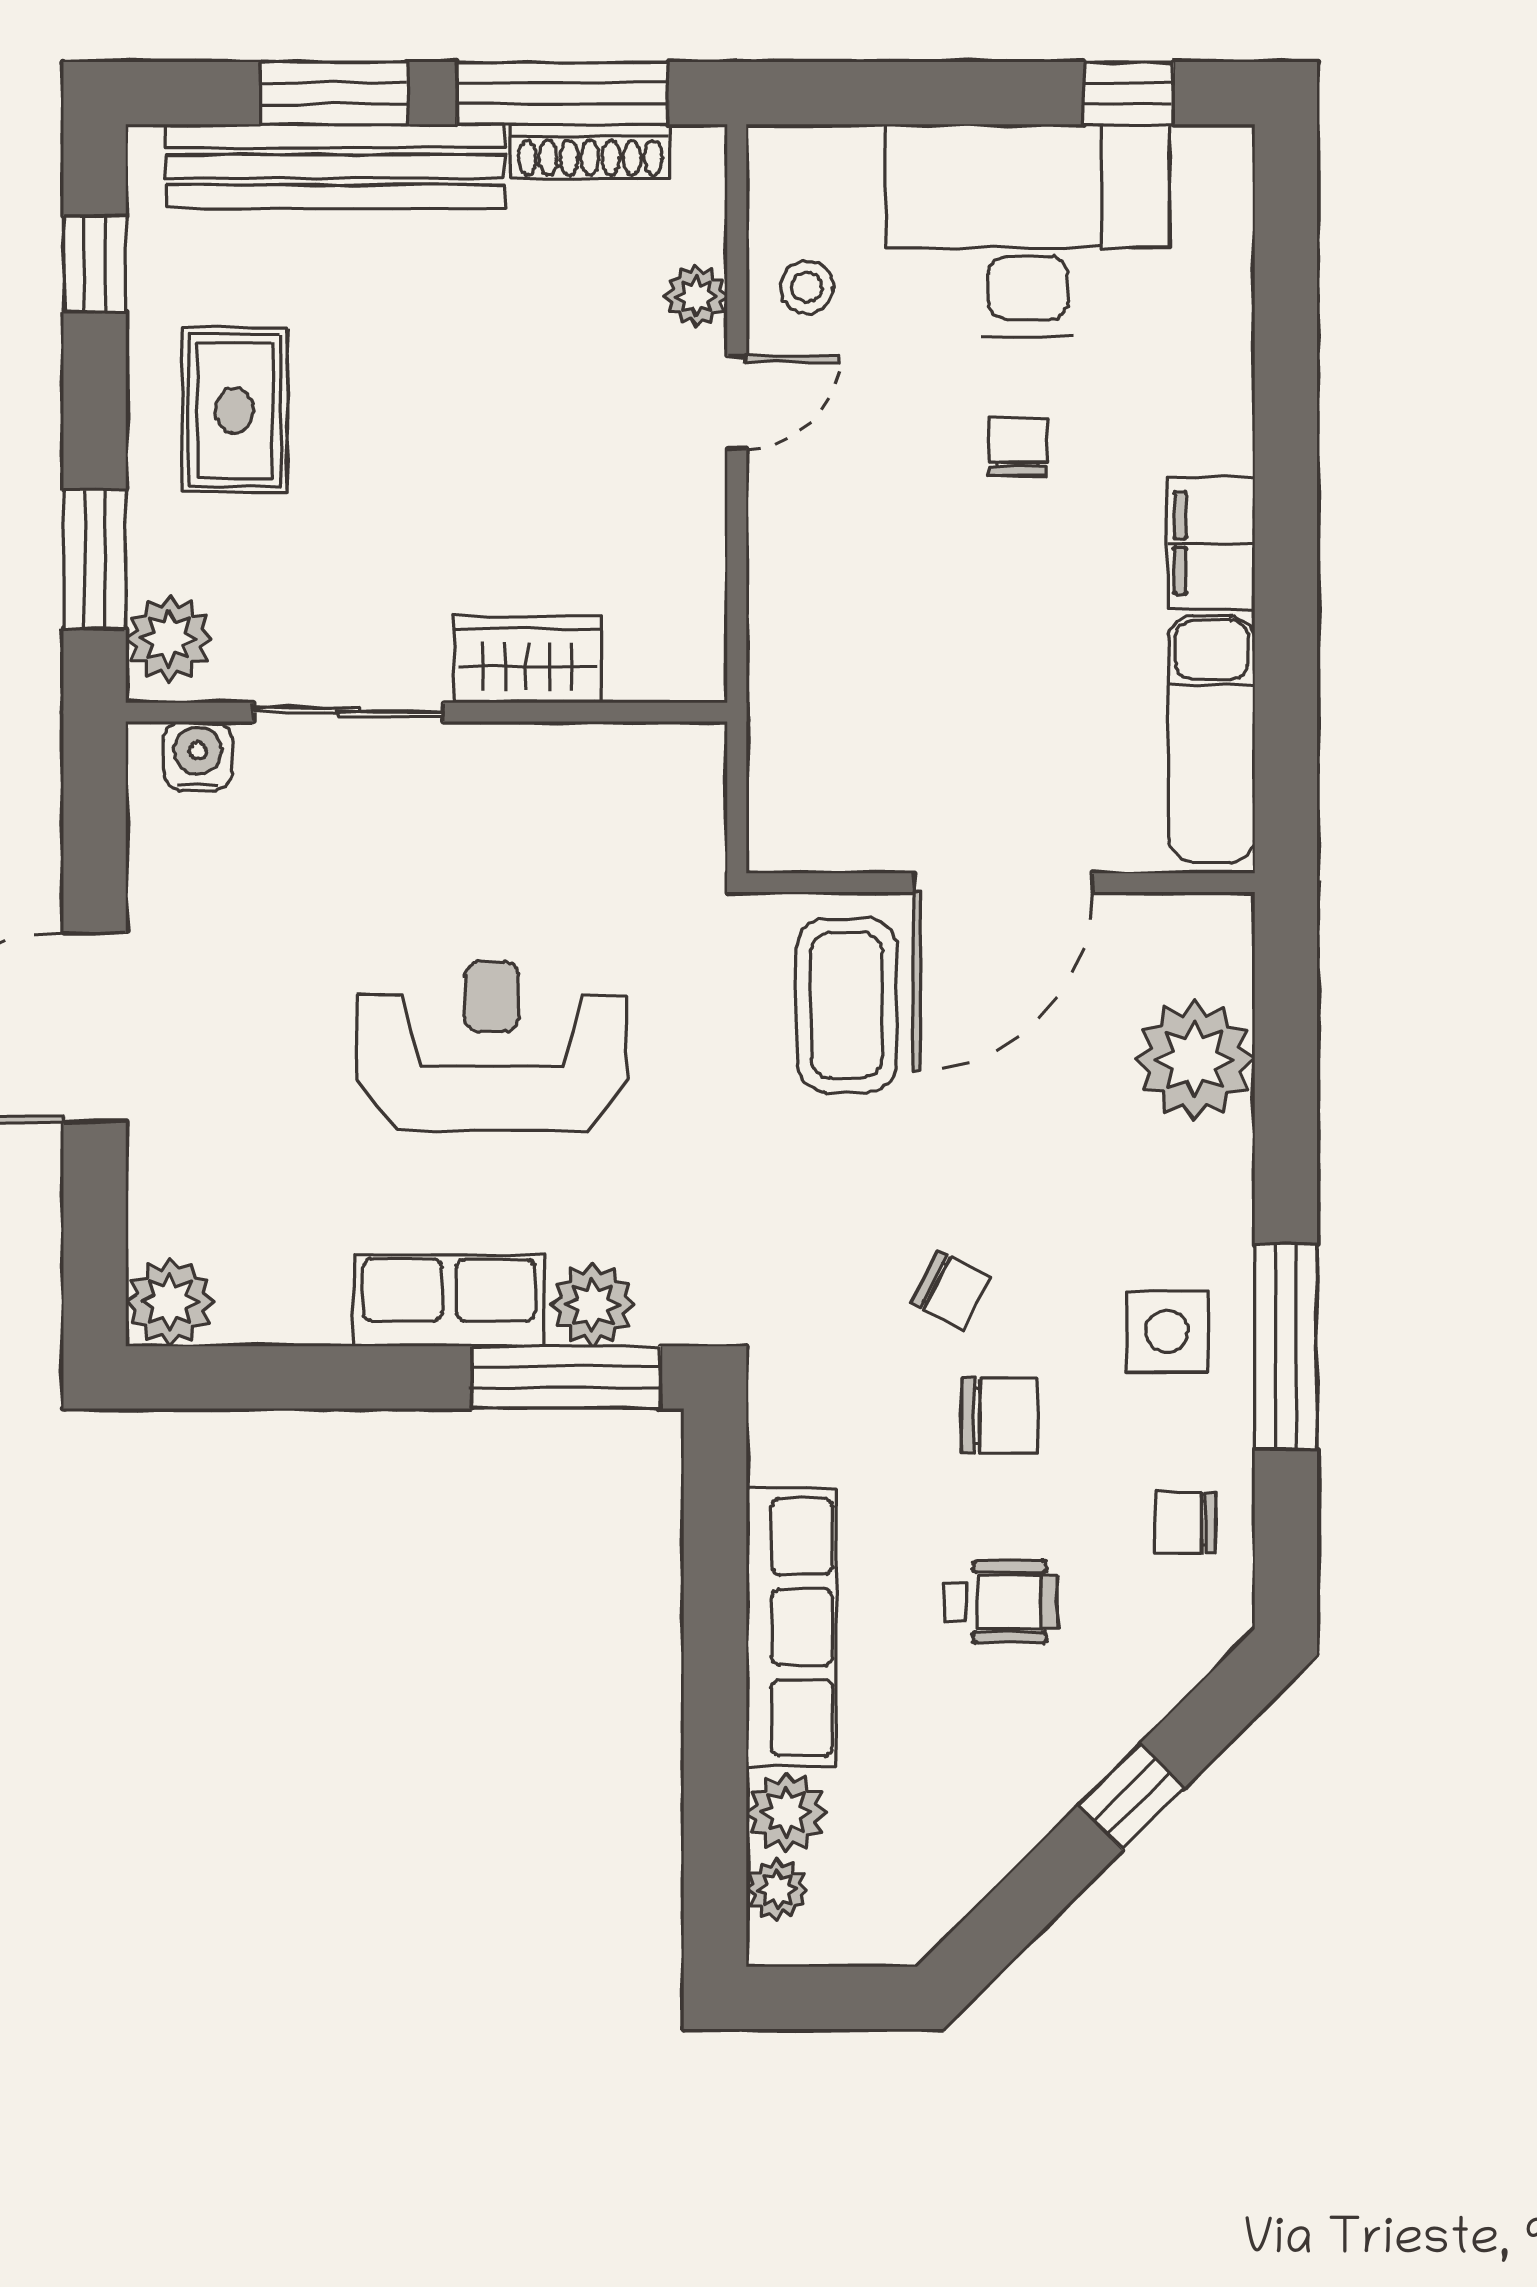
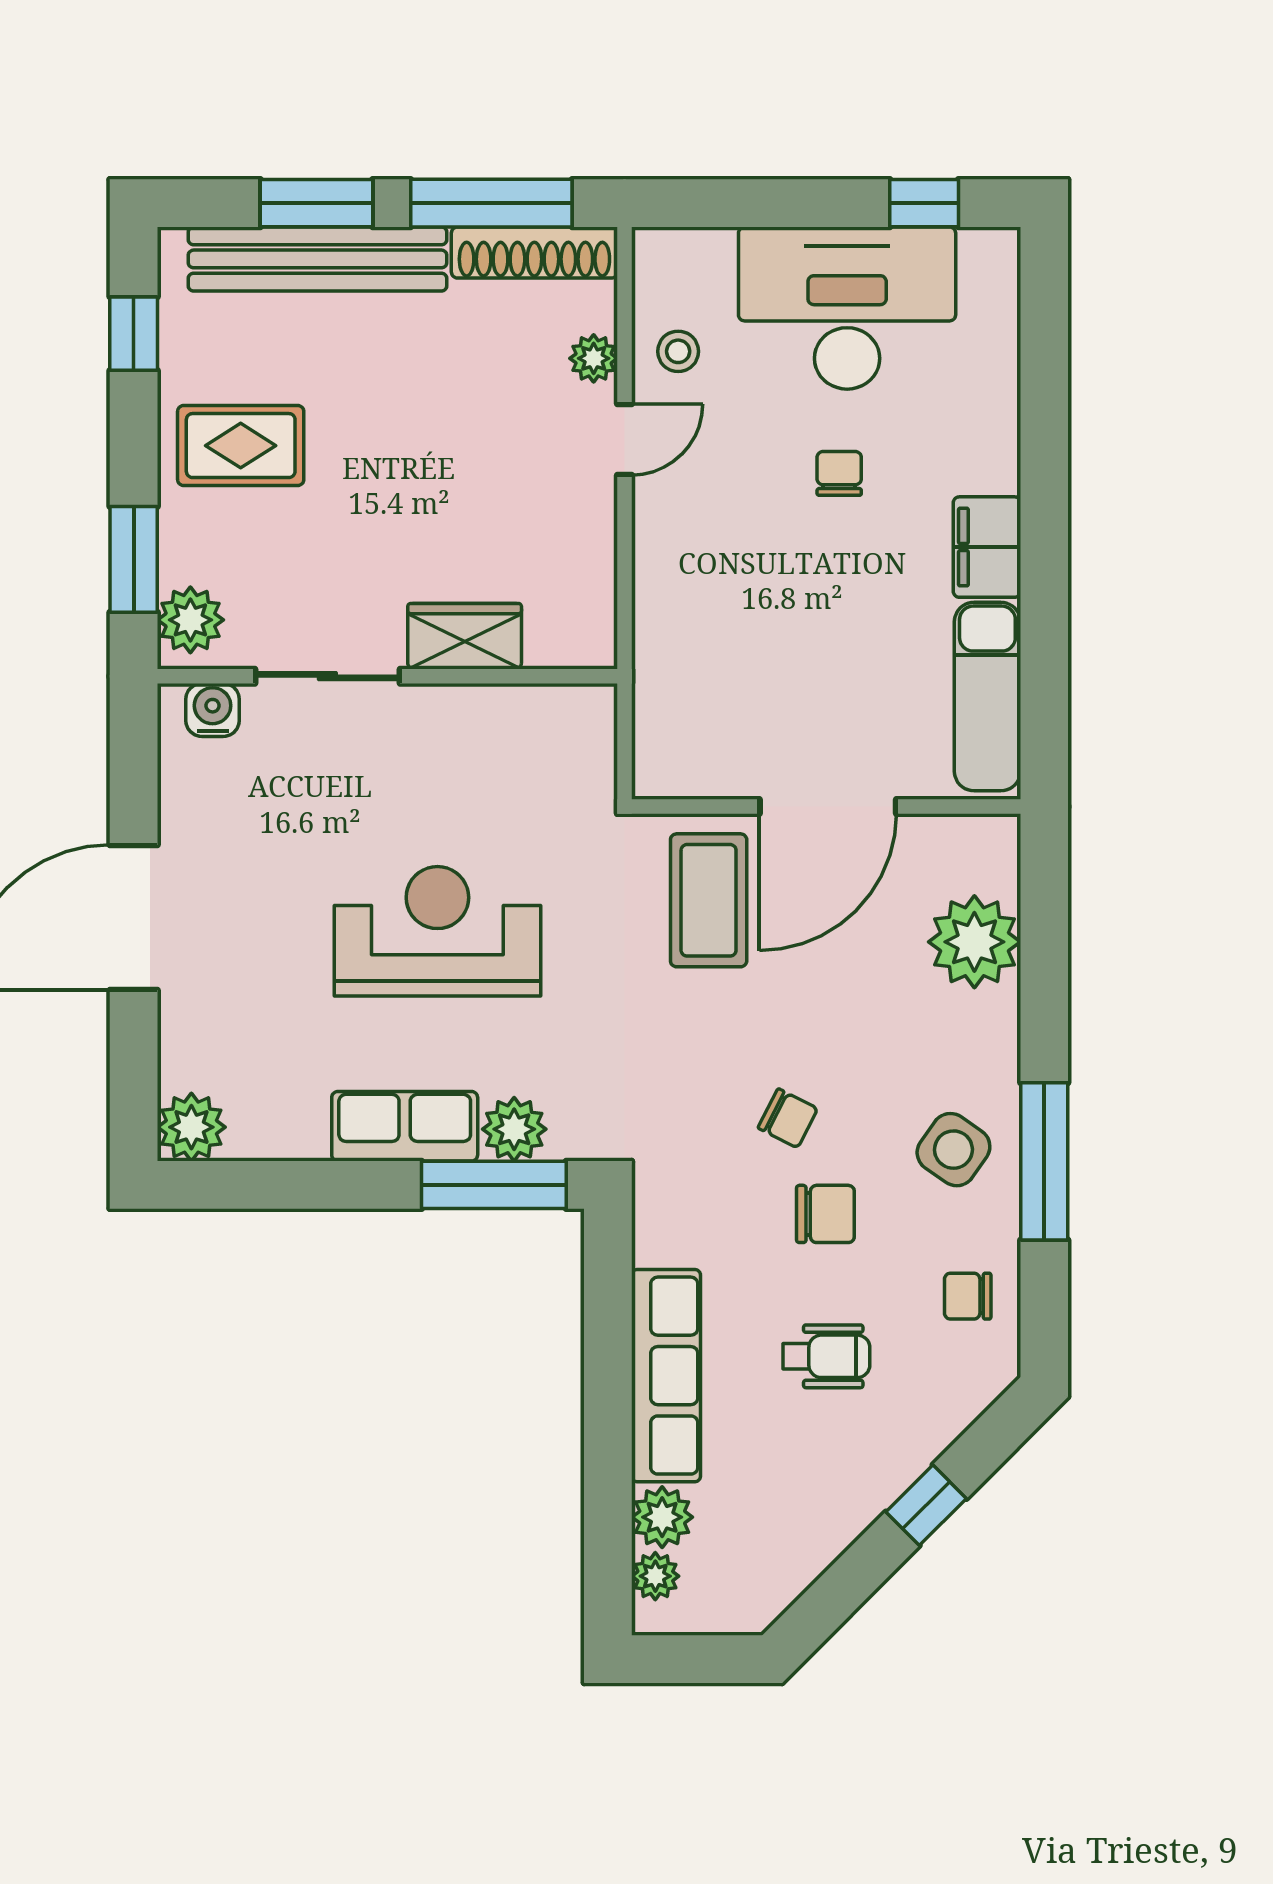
shoe rack: (590, 151) -> (534, 252), width x1.36, depth x1.24
rug: (235, 410) -> (241, 446), turned 90
side table: (1167, 1331) -> (953, 1150), turned 35

